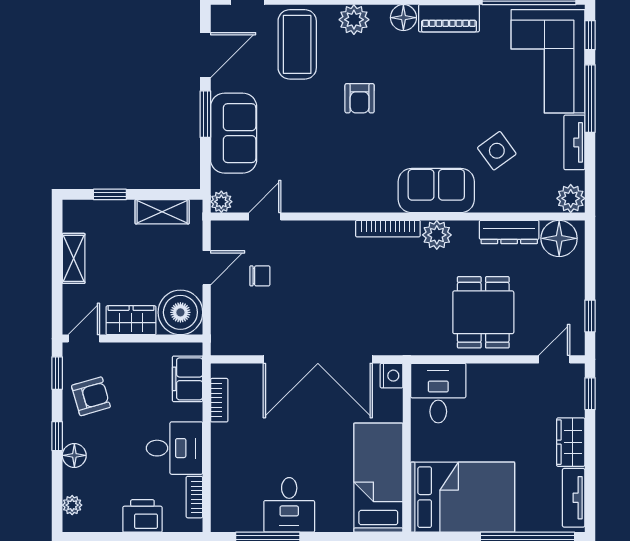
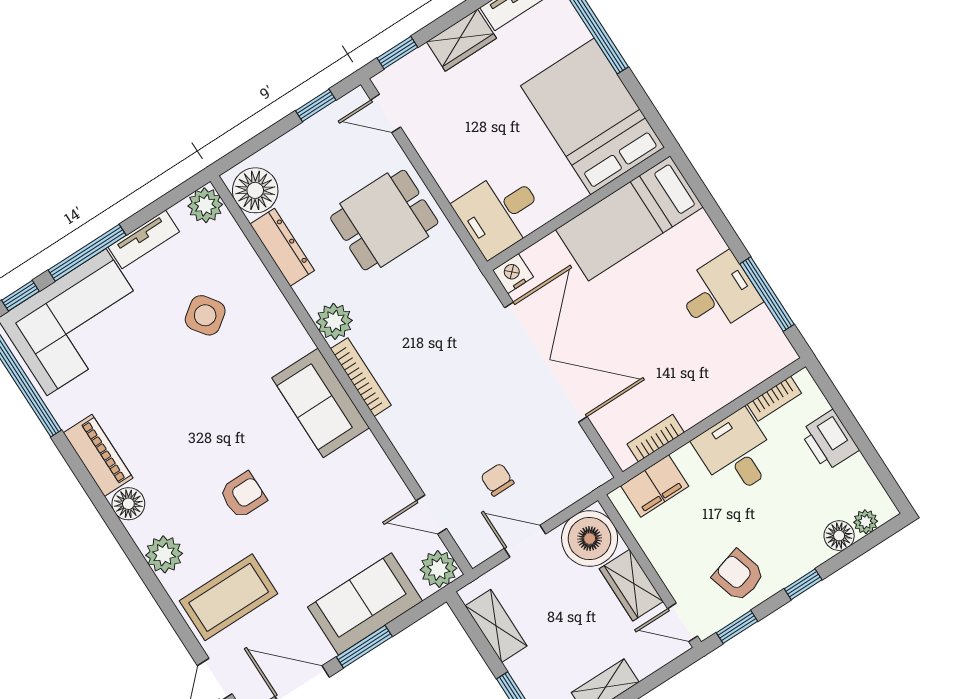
sofa: (436, 190) -> (321, 403), moved
plant: (221, 202) -> (438, 569), width x1.38, depth x1.38
floor lamp: (74, 455) -> (839, 536), moved

